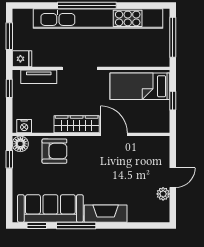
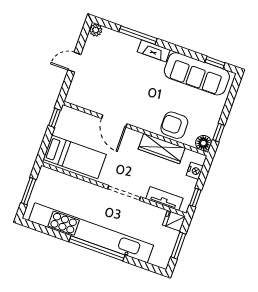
window: (173, 37) -> (28, 191), width x0.69
window: (173, 101) -> (55, 118), moved
wardrobe: (77, 124) -> (162, 149), moved
nightstand: (24, 126) -> (195, 171), moved, turned 90
plant: (163, 194) -> (96, 30), moved
fireplace: (106, 214) -> (154, 51), width x0.73, depth x0.76
window: (76, 226) -> (138, 35), moved

